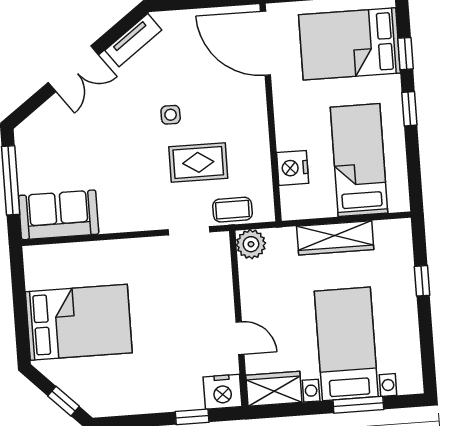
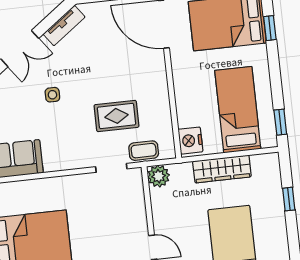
window: (409, 109) -> (280, 122), moved
side table: (171, 115) -> (52, 95), moved
nightstand: (293, 168) -> (190, 141), moved

